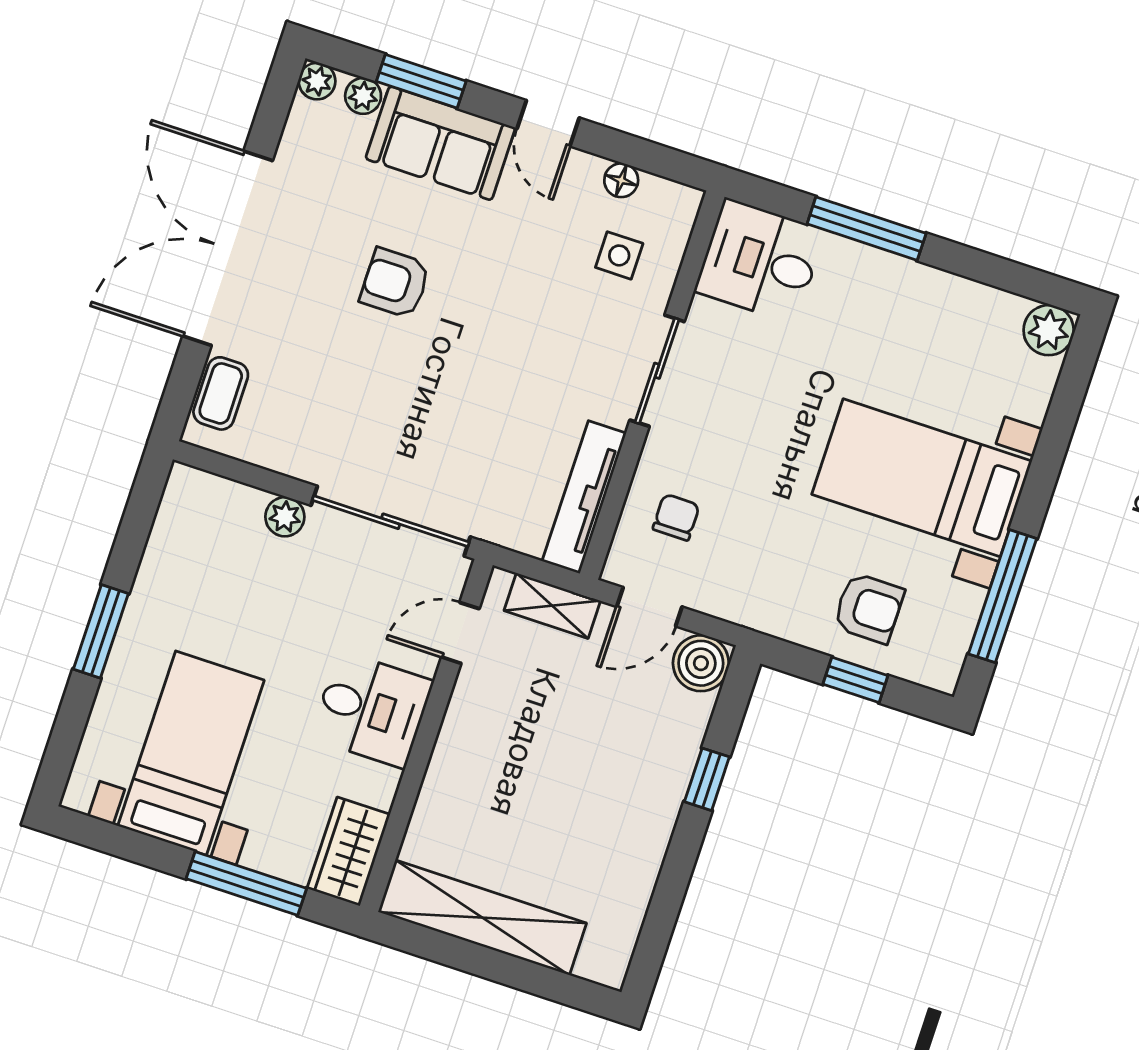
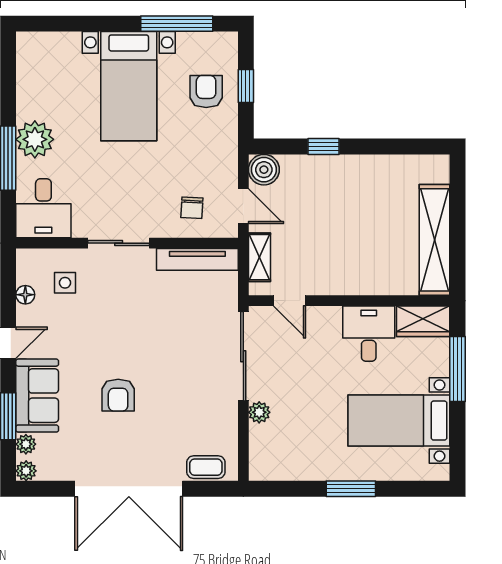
plant: (1049, 330) -> (35, 139), moved, width x1.36, depth x1.36
chair: (676, 517) -> (192, 208), turned -87
desk: (372, 710) -> (369, 334), moved

